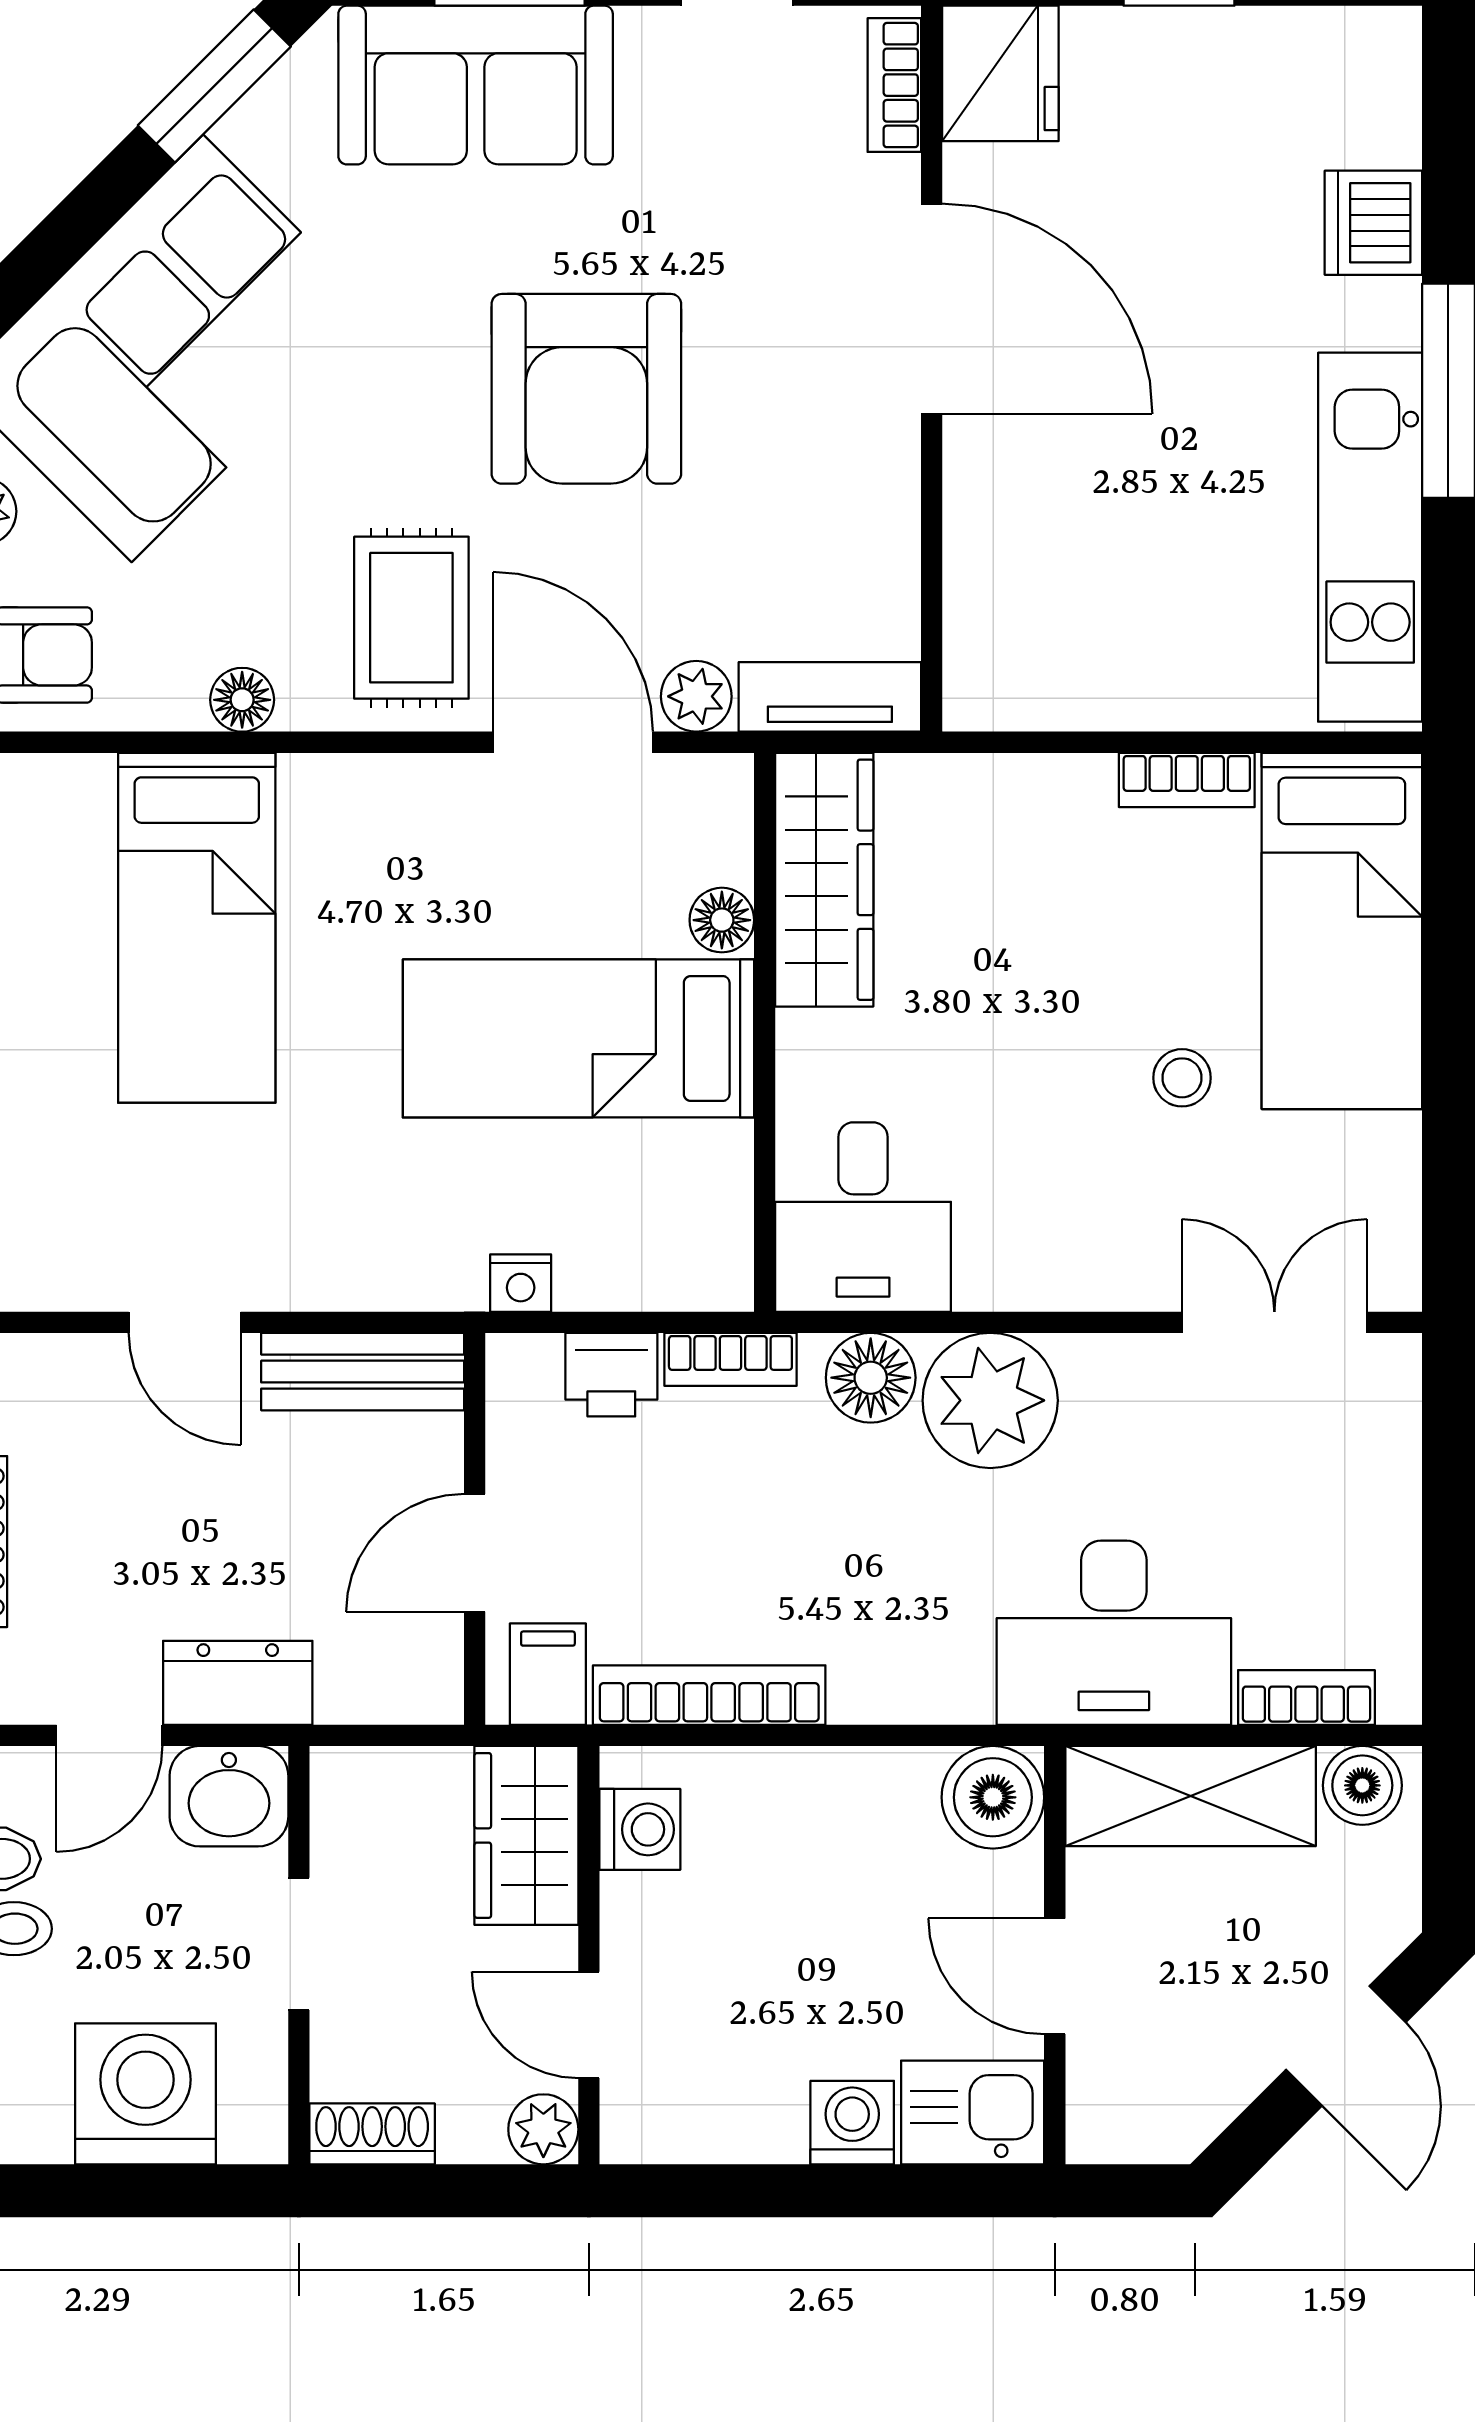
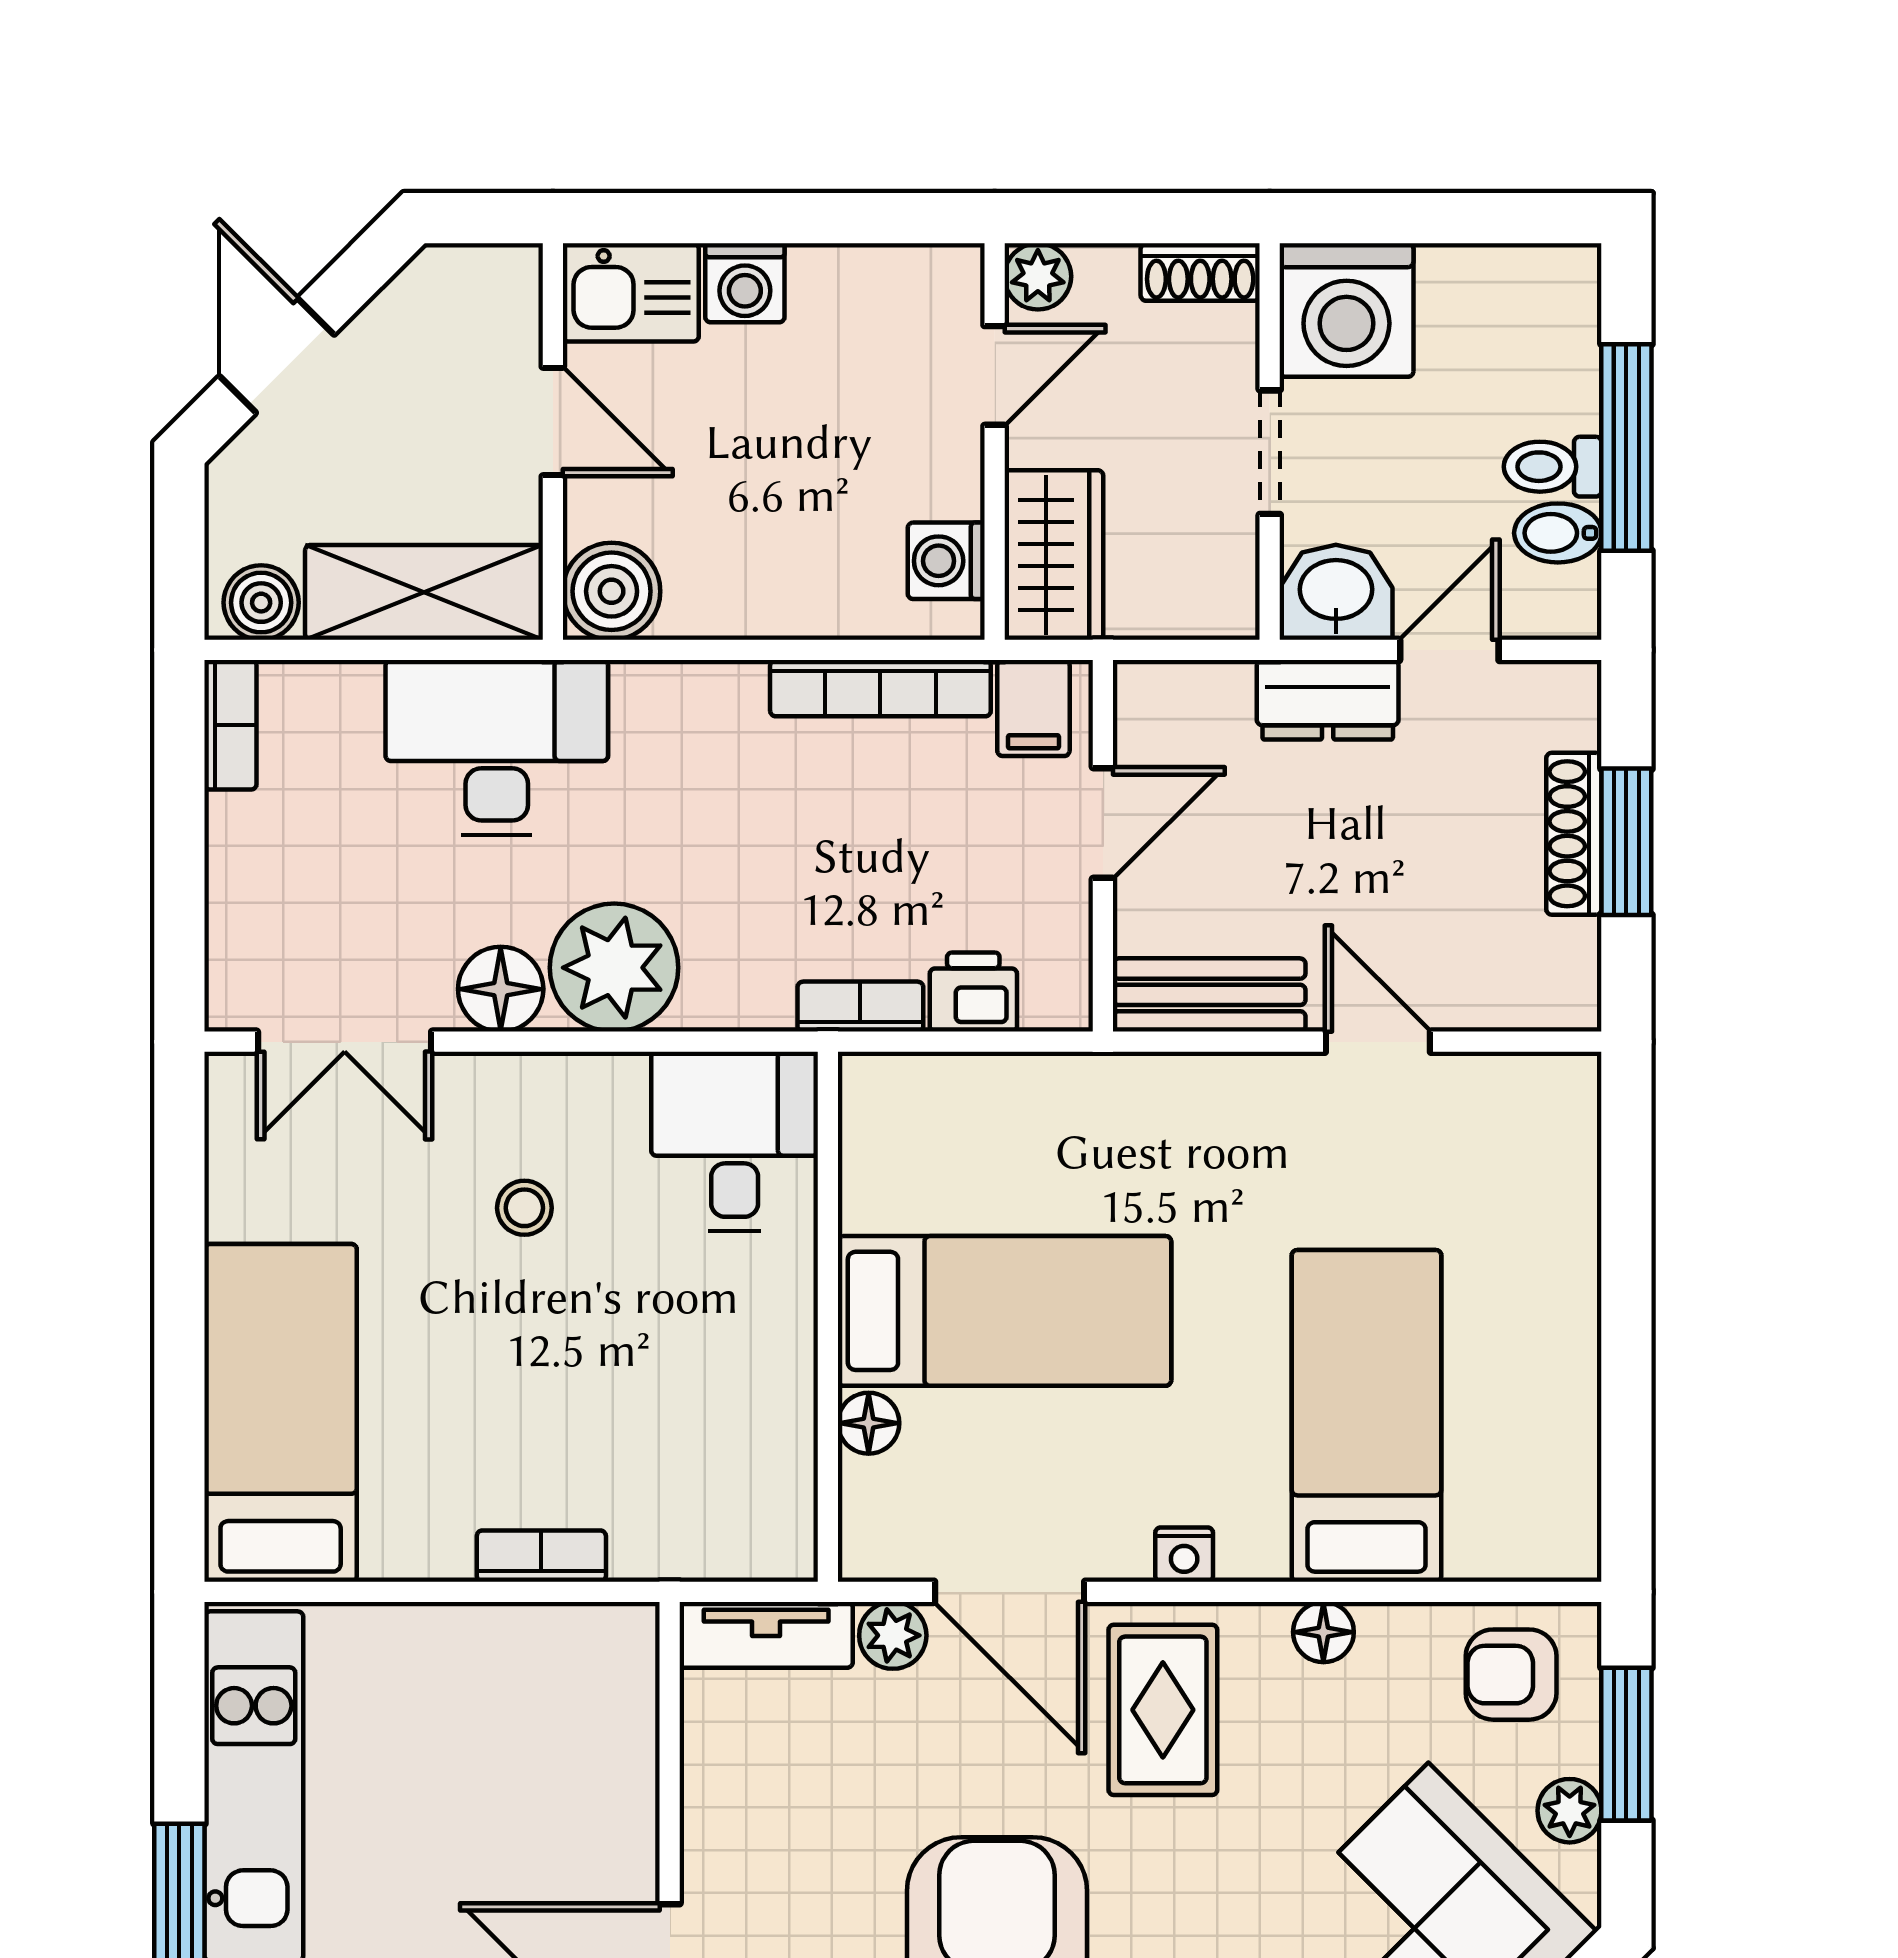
bookcase: (1187, 780) -> (541, 1556), moved
wardrobe: (824, 880) -> (771, 1461), removed
stool: (1182, 1078) -> (524, 1208), moved
nightstand: (521, 1283) -> (1184, 1555), moved, turned 180
floor lamp: (871, 1378) -> (501, 989), moved
bookcase: (1306, 1697) -> (230, 725), moved, turned -90
door: (589, 2025) -> (995, 375), hinge flipped
washing machine: (145, 2094) -> (1346, 310), moved

